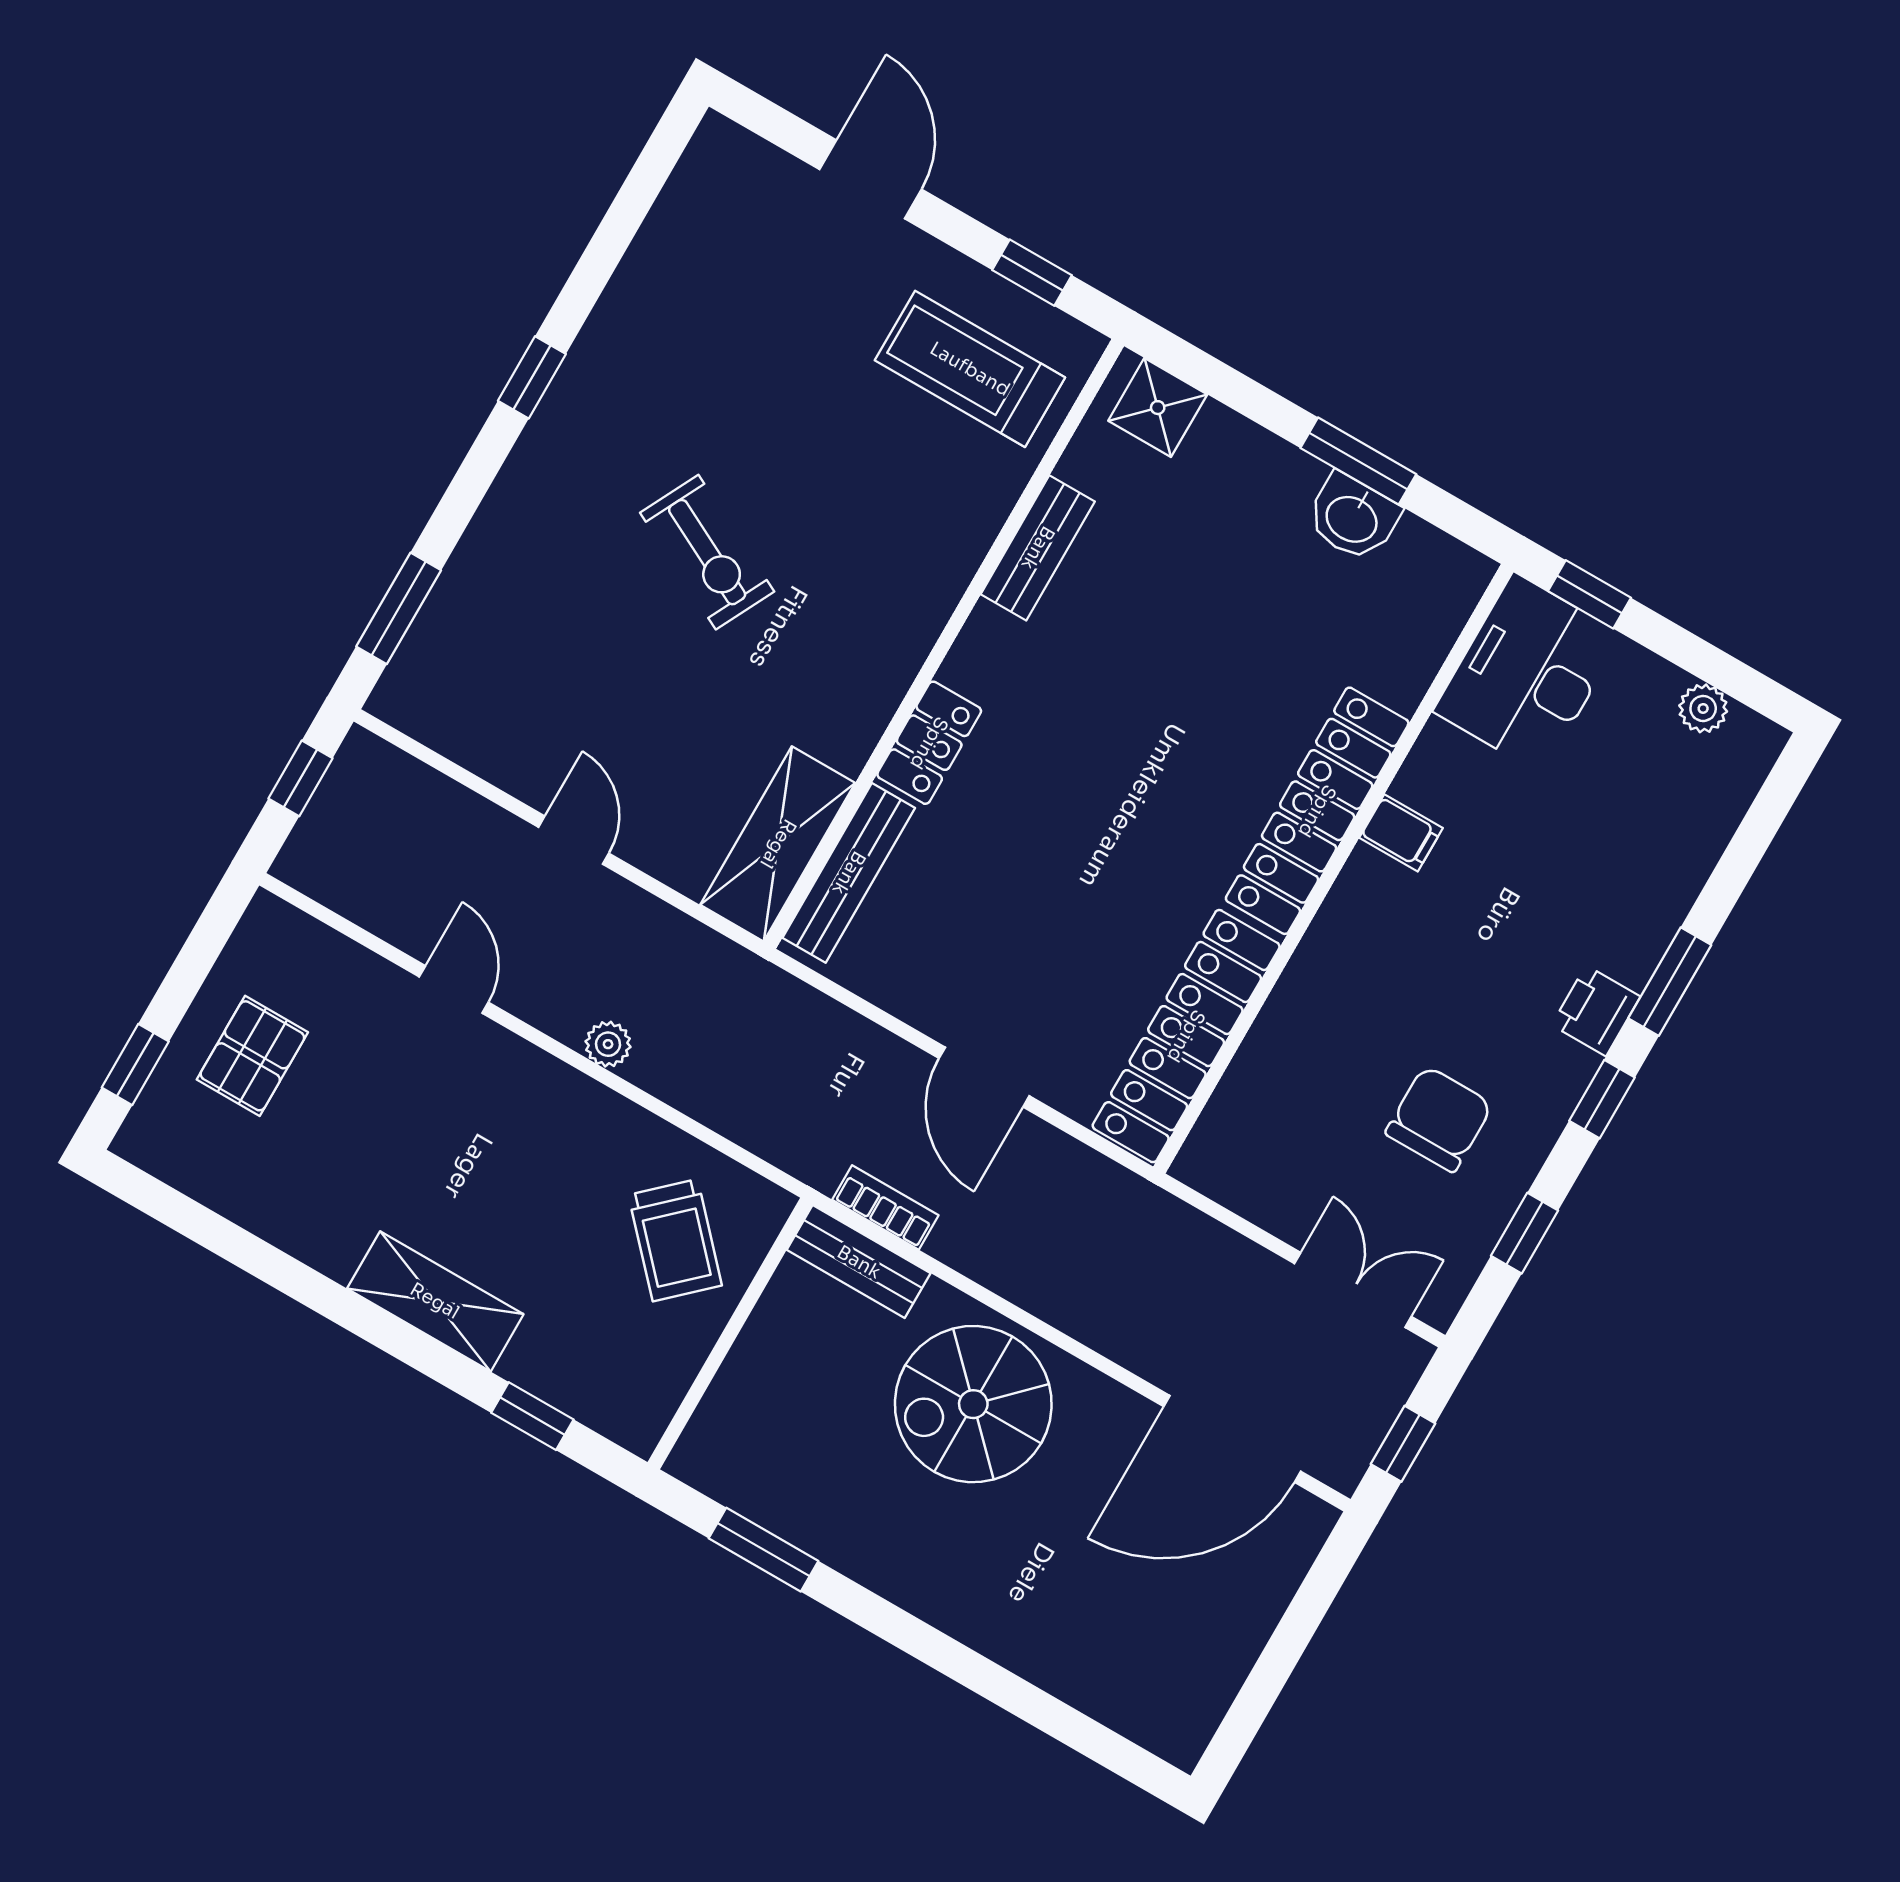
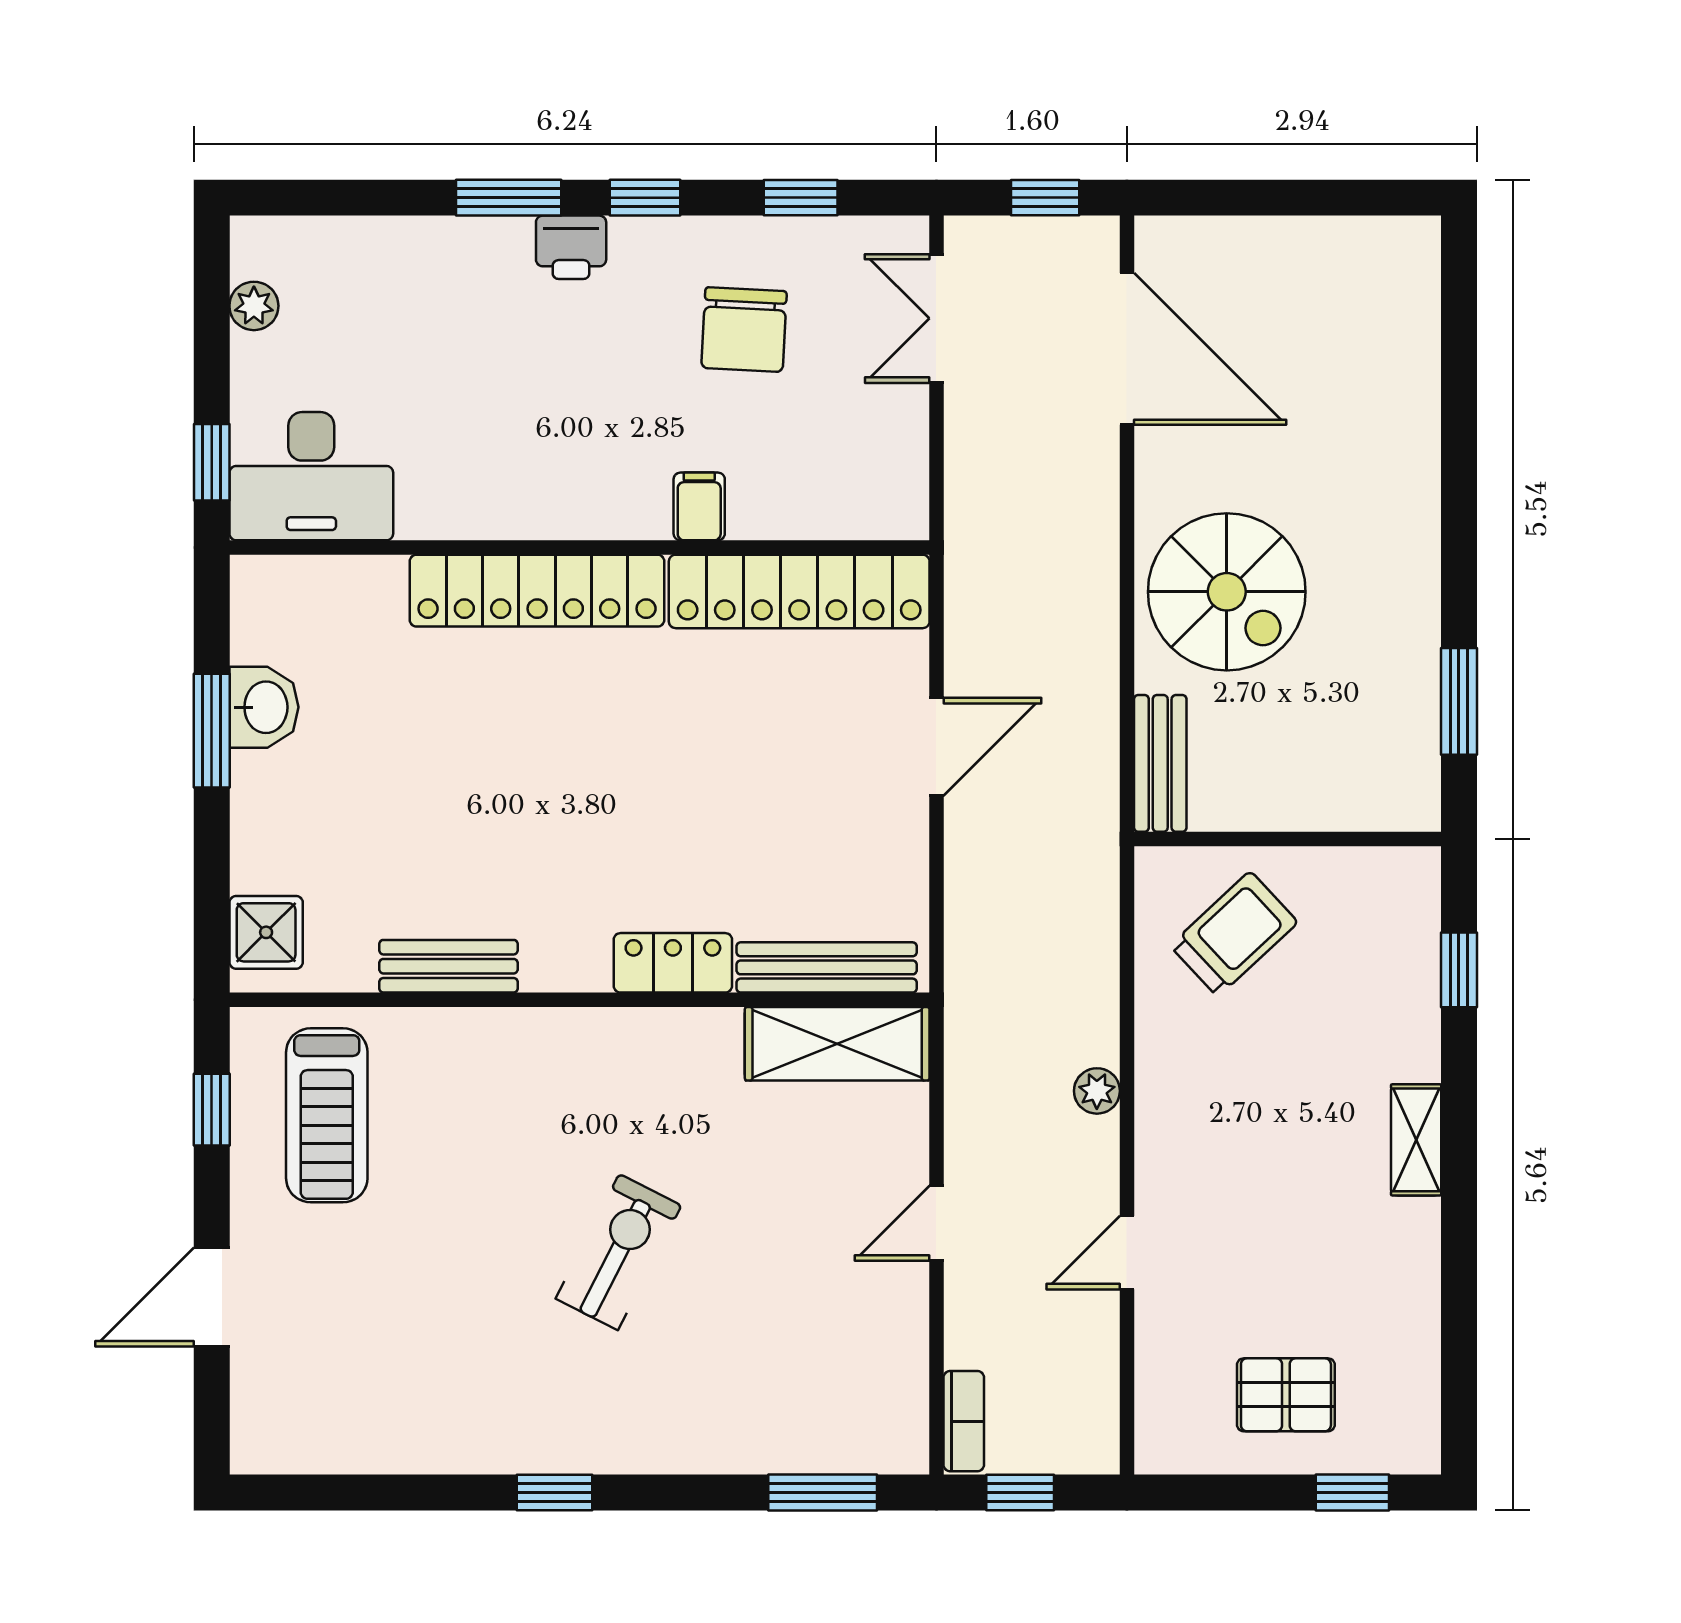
filing cabinet: (1401, 833) -> (699, 506), moved
chair: (1439, 1119) -> (744, 330), turned -87
bookcase: (885, 1207) -> (964, 1421), moved, turned 180
shelving: (435, 1301) -> (1416, 1140), width x0.67, depth x0.75

